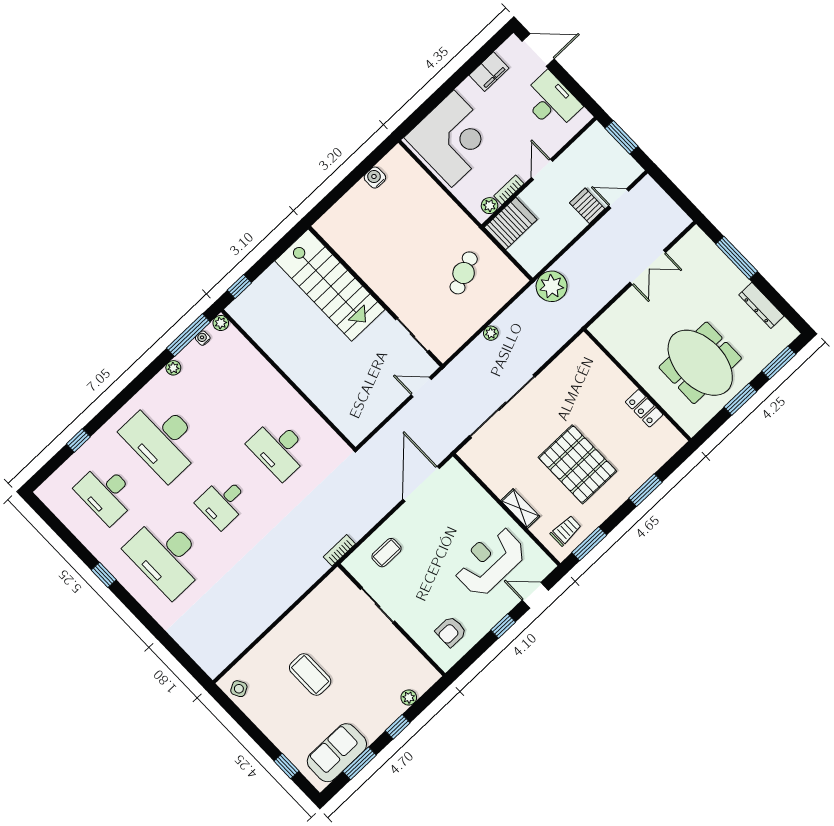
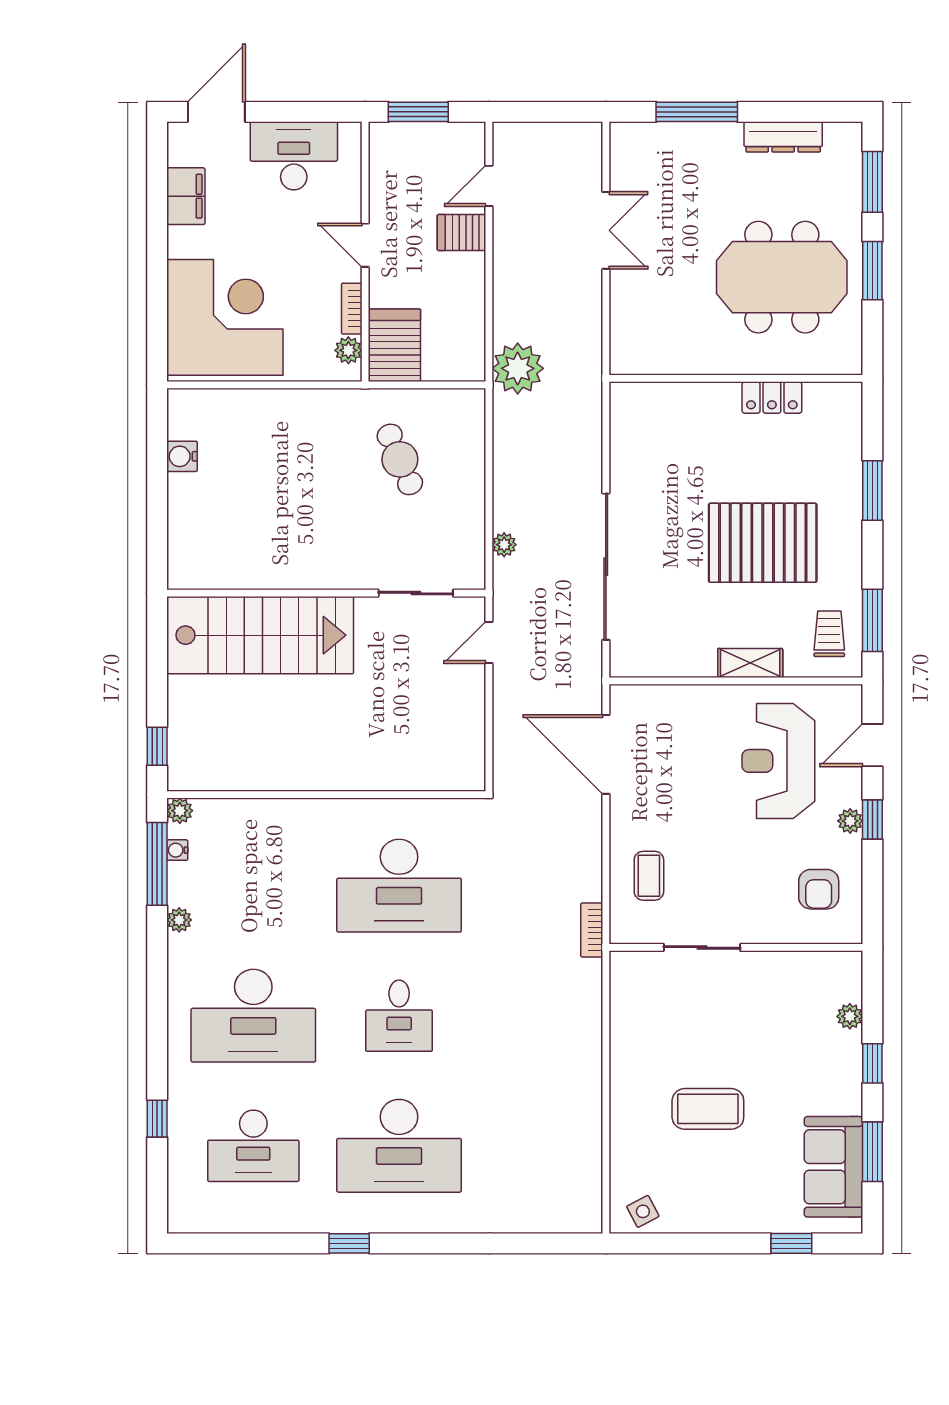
plant: (491, 333) -> (504, 545), moved
desk: (279, 449) -> (399, 886), width x1.36, depth x1.30
plant: (493, 617) -> (850, 821), added

